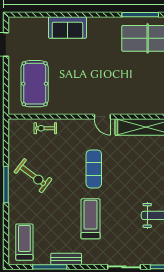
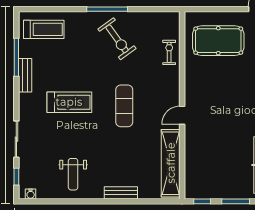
exercise mat: (94, 169) -> (124, 106), turned 90
exercise bike: (33, 176) -> (117, 39), turned -73

